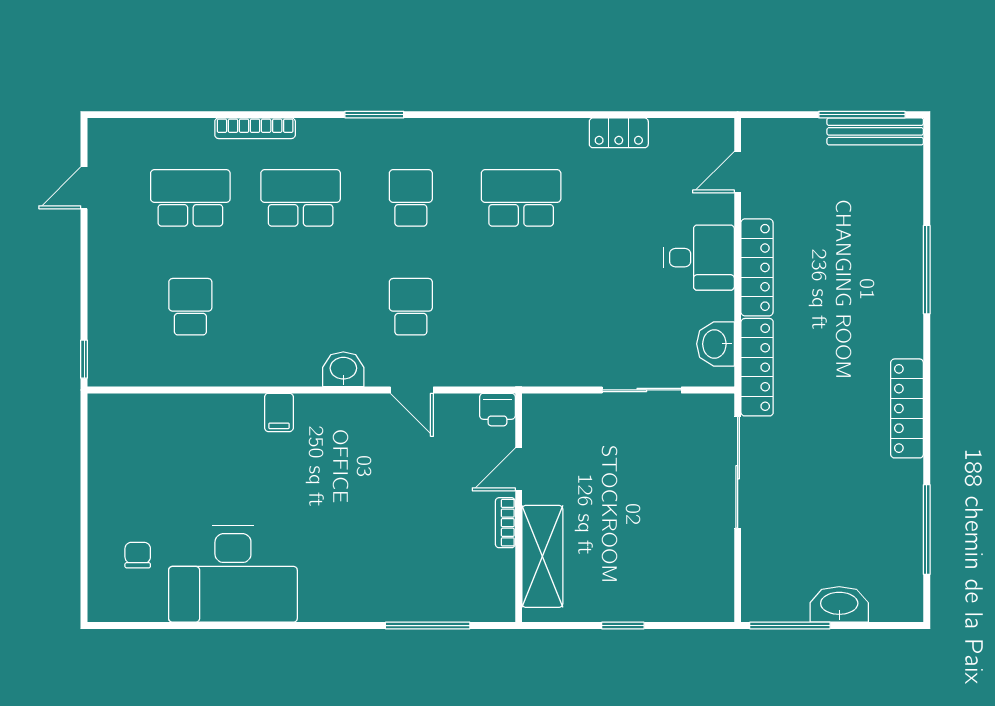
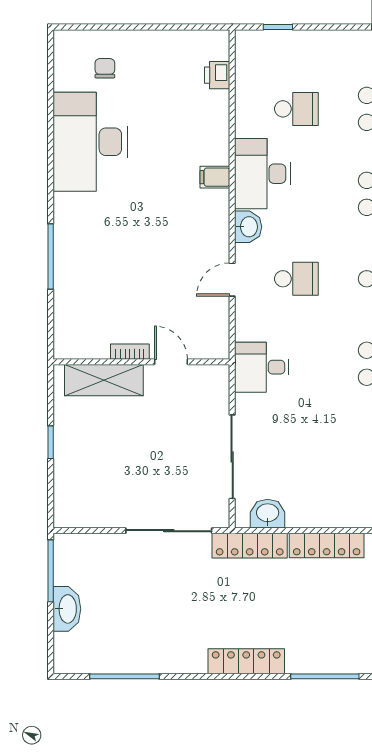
desk: (699, 258) -> (262, 367), moved, turned 90
desk: (274, 351) -> (262, 174), added
window: (84, 359) -> (278, 27), moved
sliding door: (642, 390) -> (232, 457), width x1.37
locker: (907, 408) -> (246, 661), moved
printer: (497, 410) -> (217, 75), moved
chair: (138, 555) -> (105, 68), turned -90
window: (428, 626) -> (51, 256), moved

